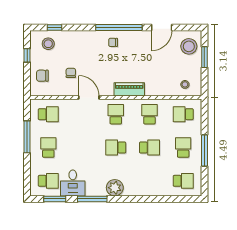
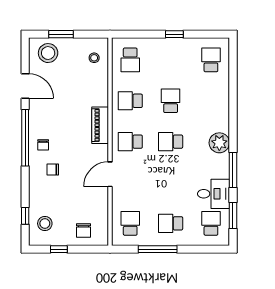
chair: (71, 73) -> (53, 169), moved
school desk: (116, 148) -> (171, 142), turned 90
school desk: (183, 148) -> (171, 60), removed
window: (204, 151) -> (174, 34), width x0.46

